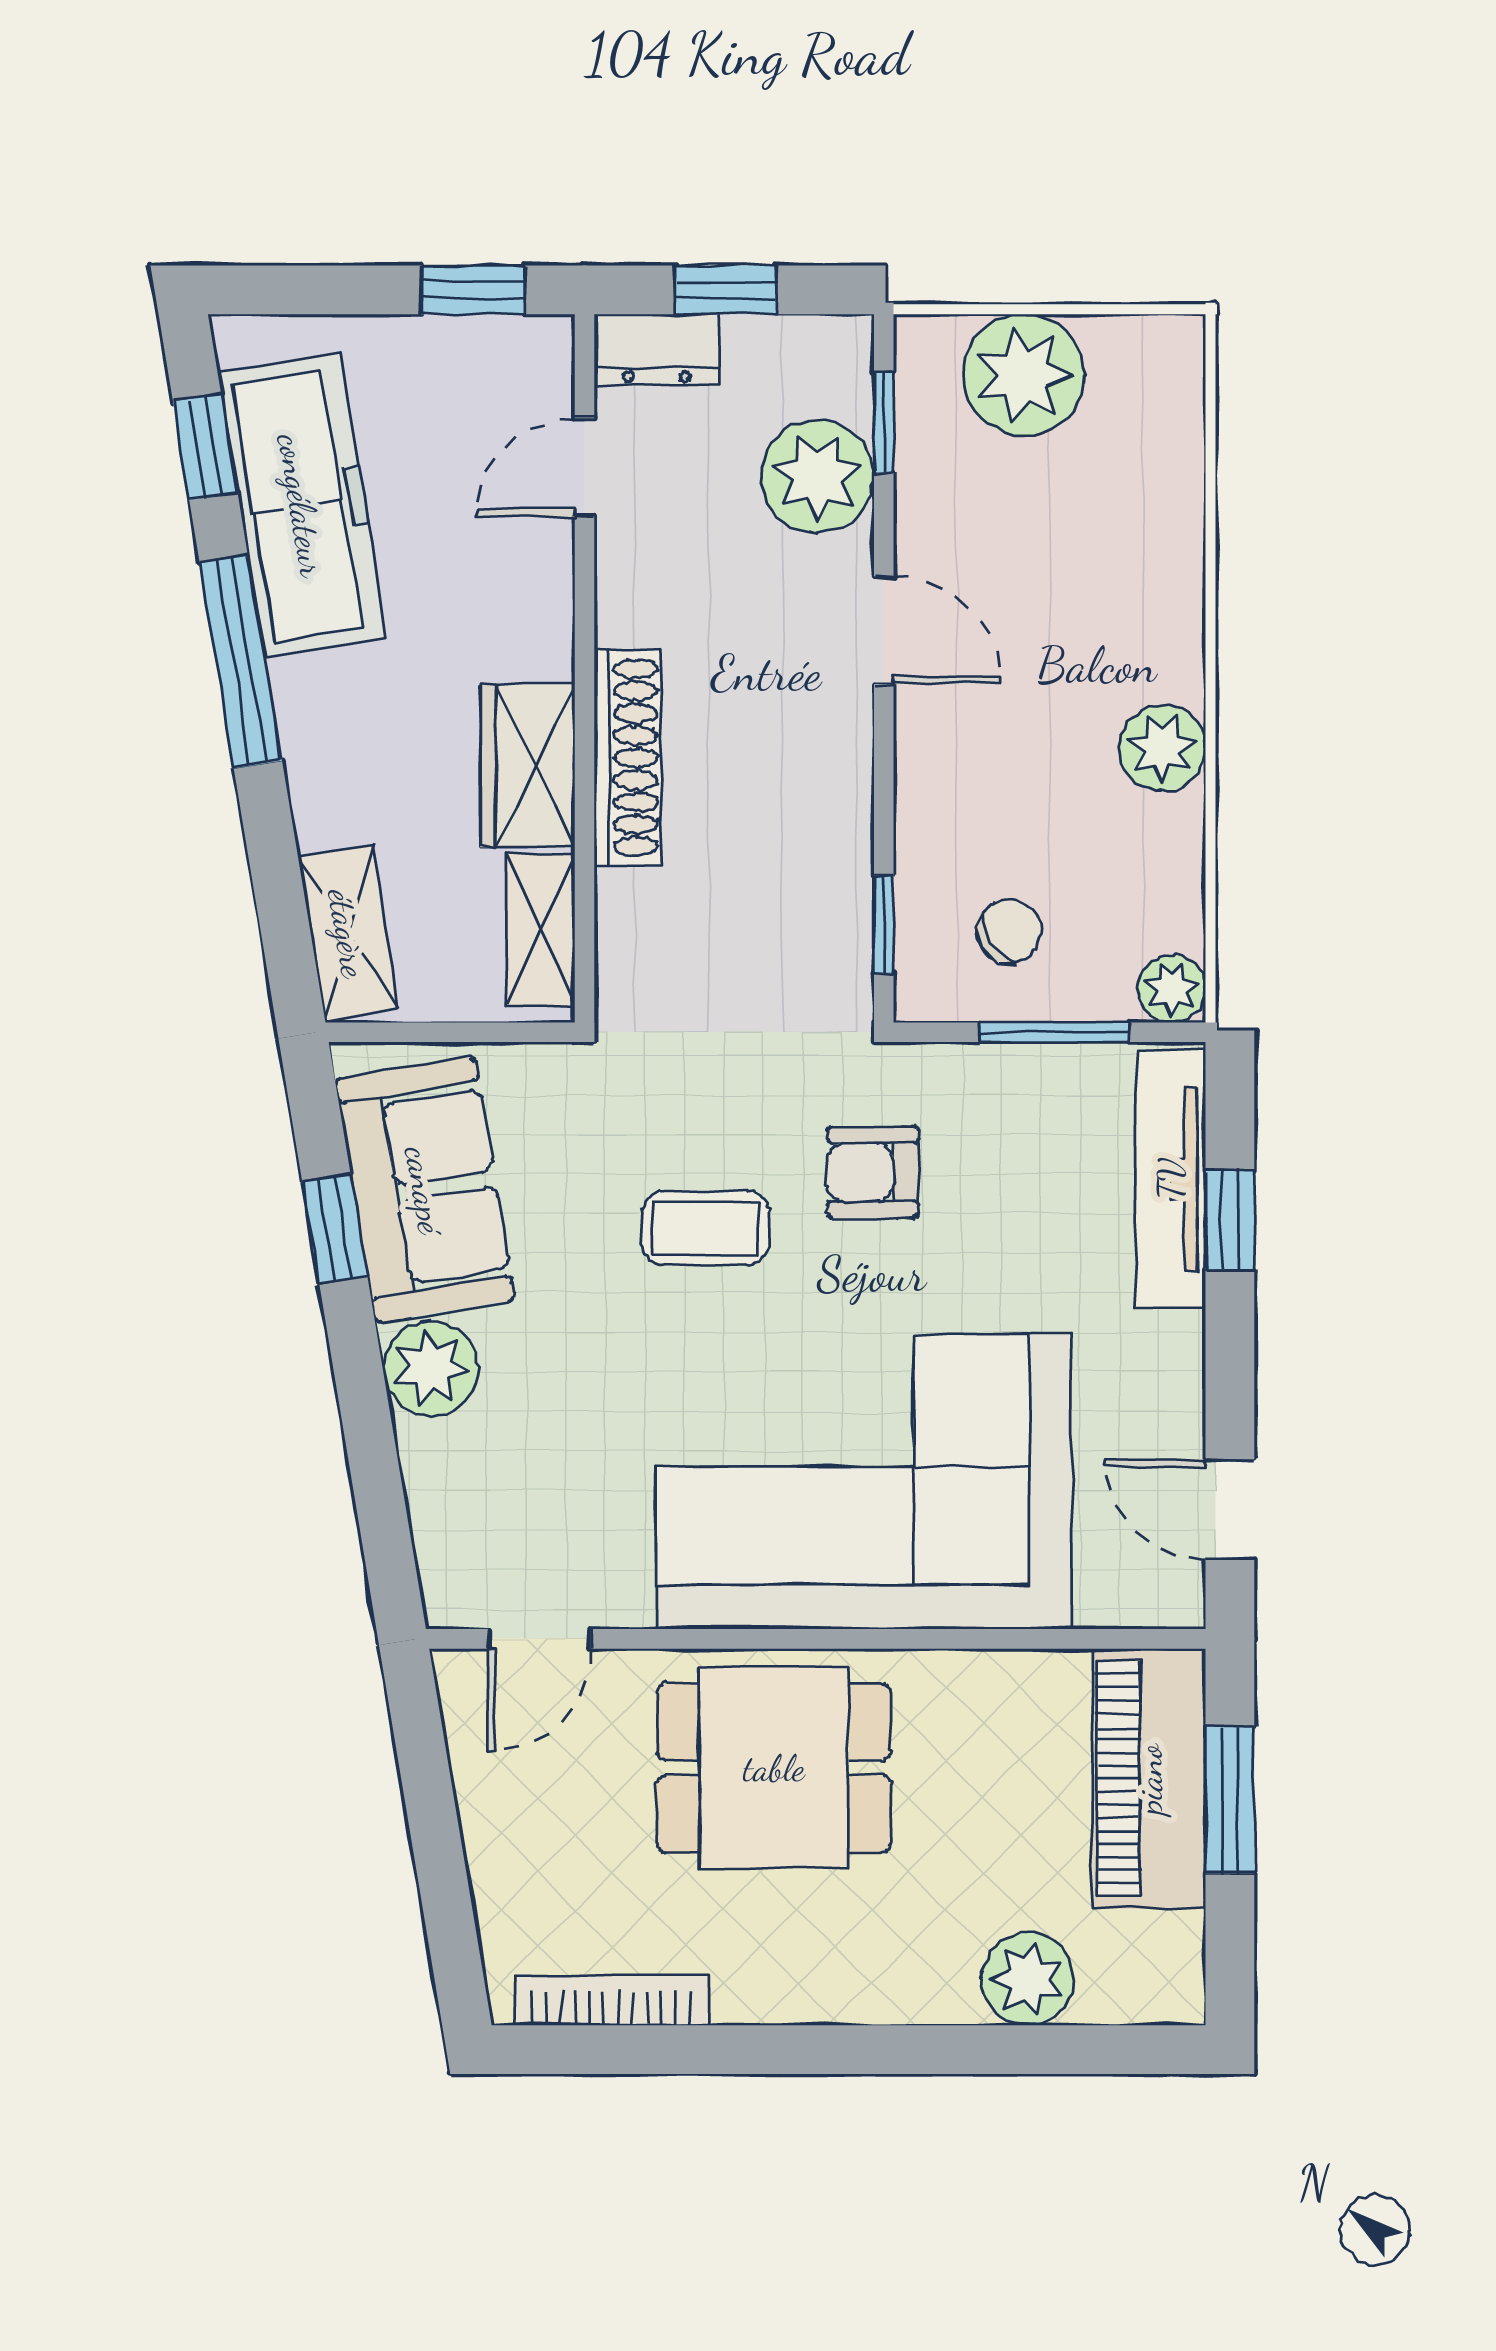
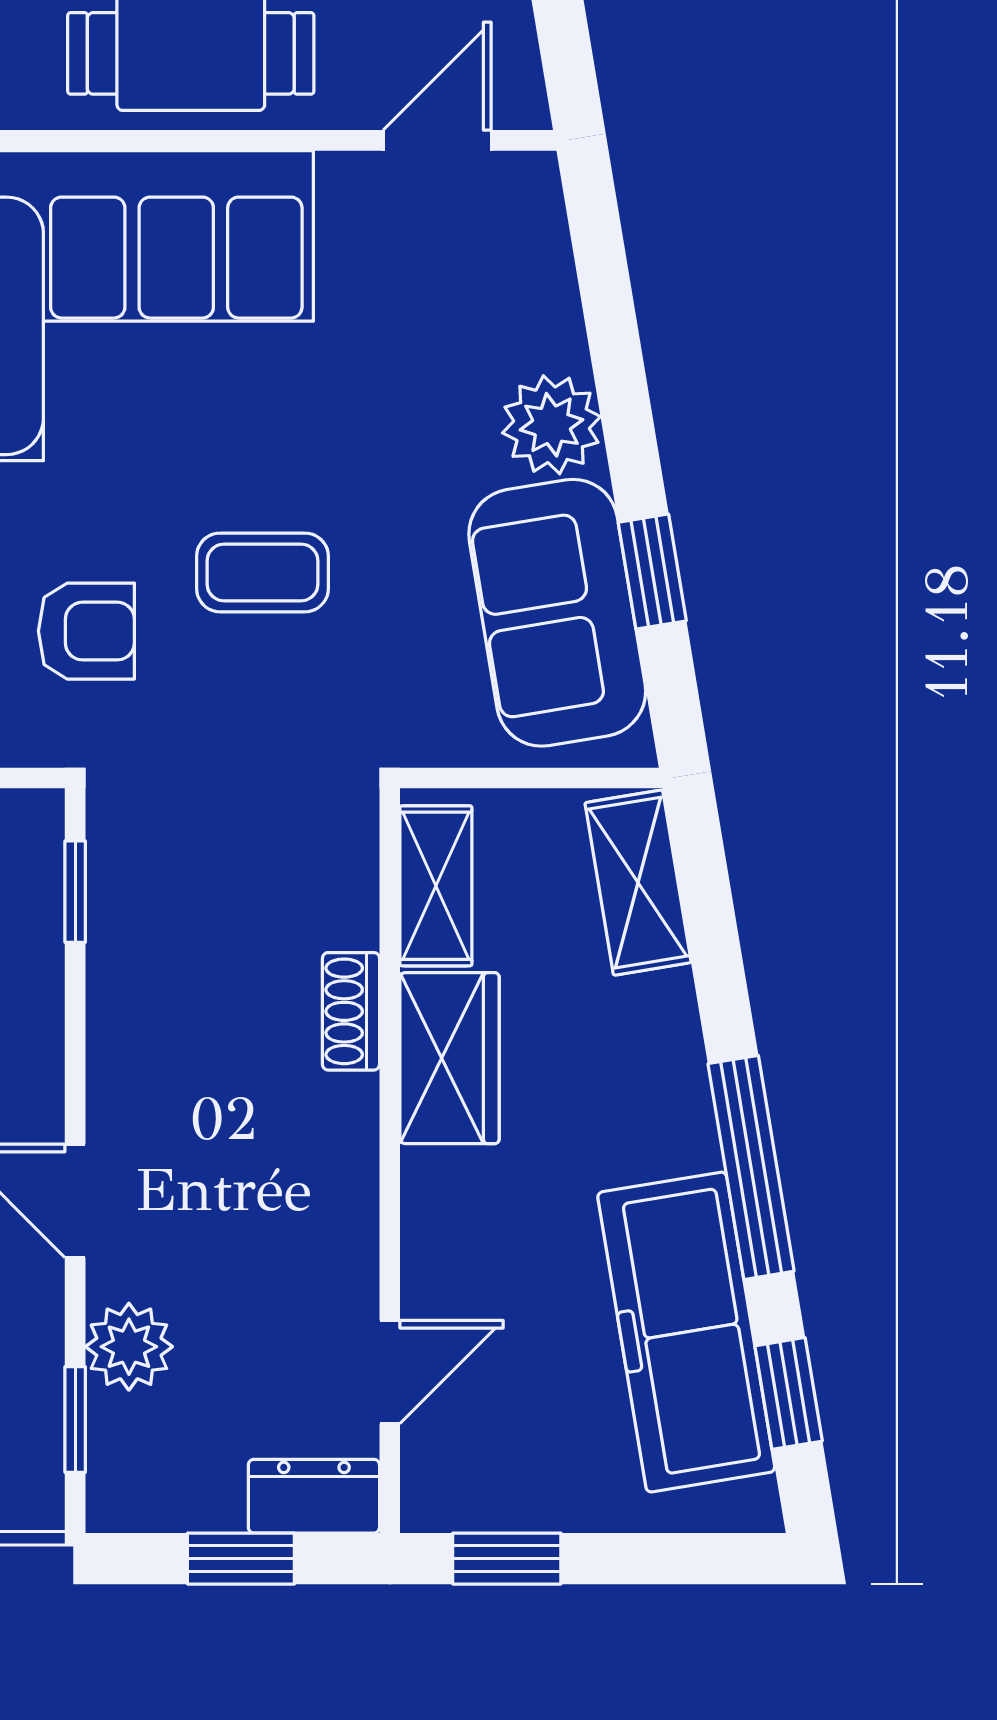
plant: (817, 476) -> (129, 1347), width x0.73, depth x0.73
shoe rack: (628, 758) -> (351, 1011), width x0.51, depth x0.81

